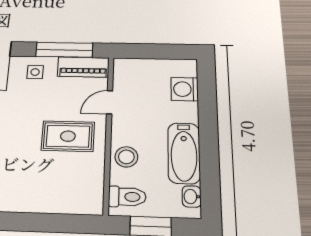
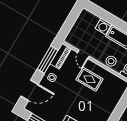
washing machine: (185, 89) -> (103, 26), moved
rug: (68, 136) -> (89, 79), turned 90

